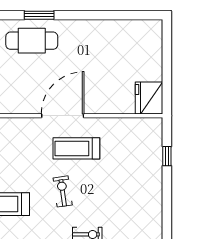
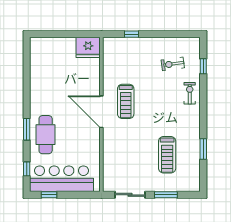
exercise bike: (63, 191) -> (173, 64), moved

